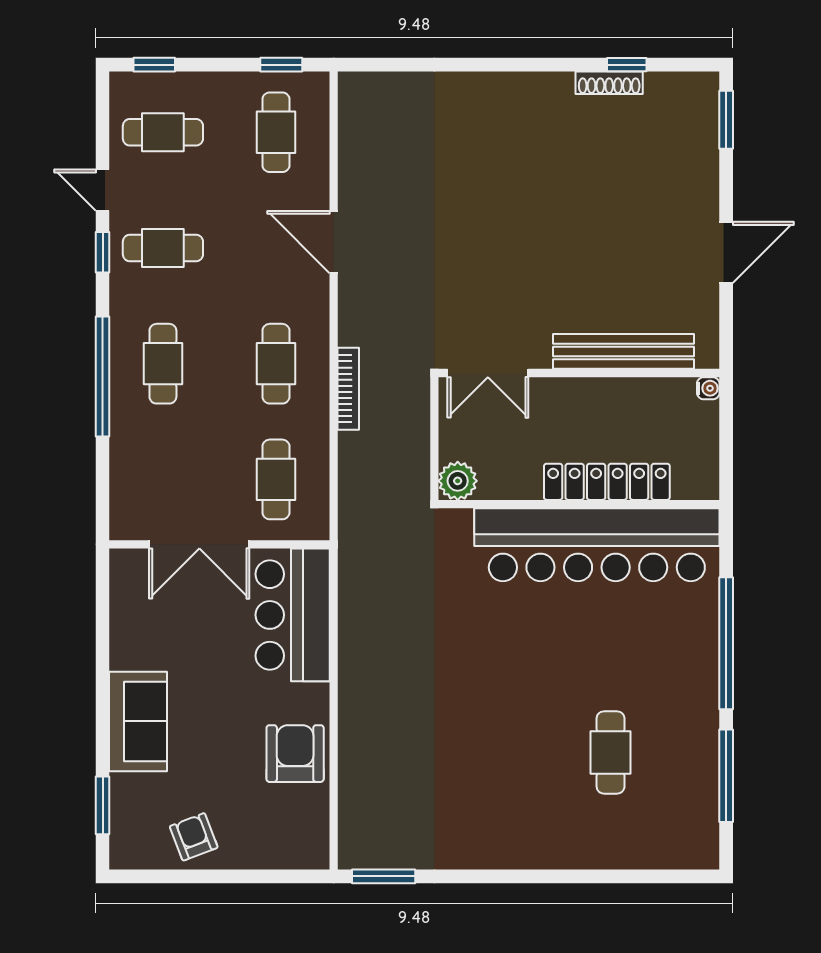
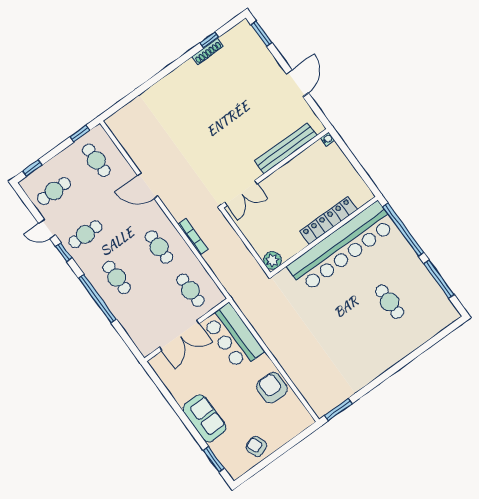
plant: (458, 481) -> (272, 260), moved
locker: (607, 482) -> (329, 220), moved
wall: (579, 504) -> (324, 236), moved
bar counter: (597, 545) -> (342, 247), moved

